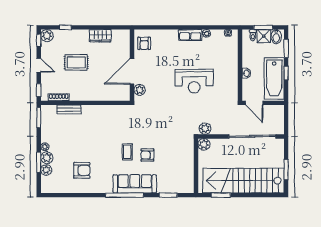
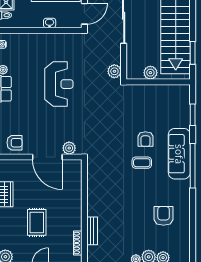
plant: (204, 144) -> (150, 73), moved

